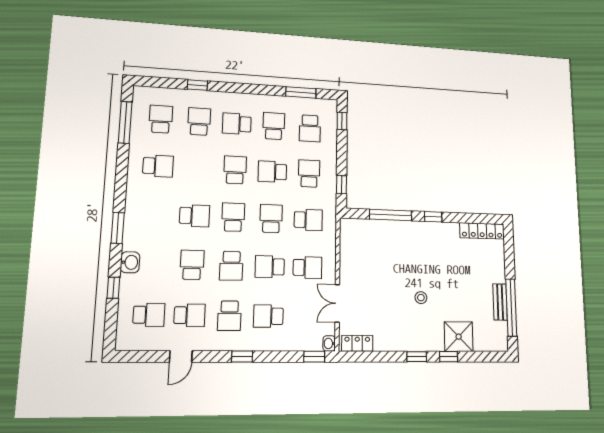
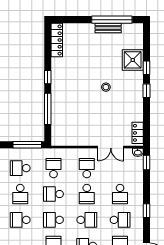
window: (342, 185) -> (27, 145), width x2.17

